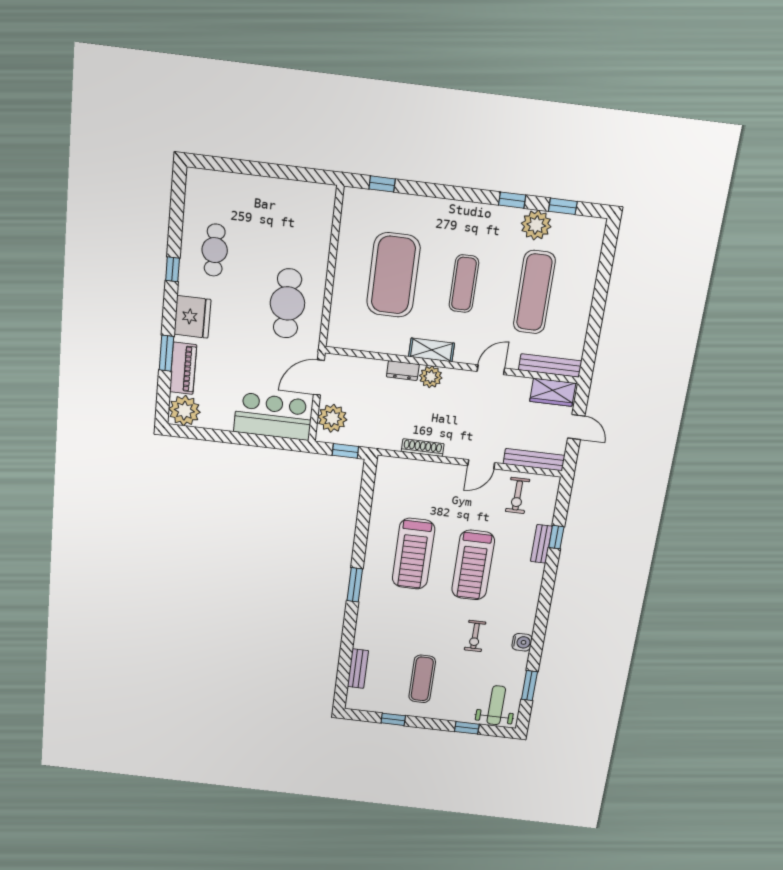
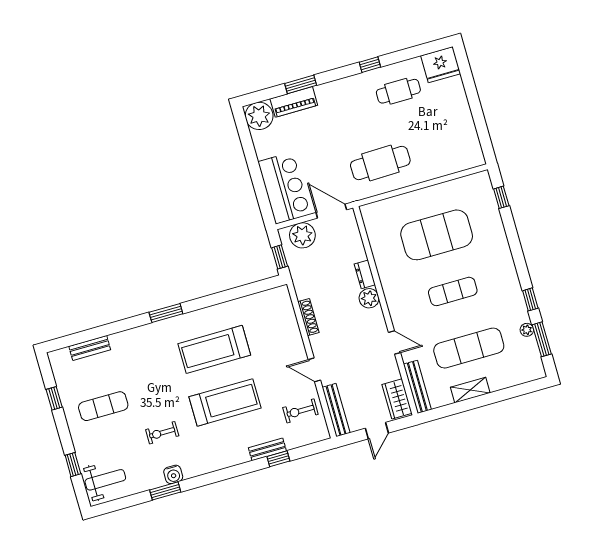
window: (563, 206) -> (542, 339), width x1.50
plant: (536, 225) -> (527, 330), width x0.53, depth x0.53
fridge: (192, 317) -> (441, 65), moved
shelving: (432, 350) -> (470, 390), moved, turned 90
treadmill: (473, 565) -> (225, 402), turned 180
window: (529, 686) -> (165, 491), moved

